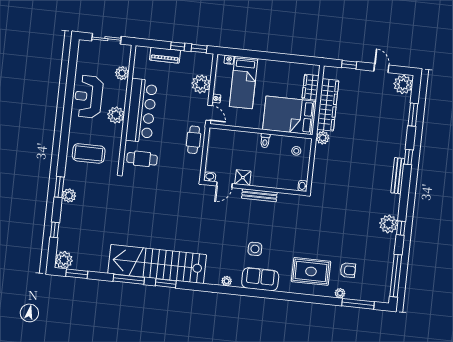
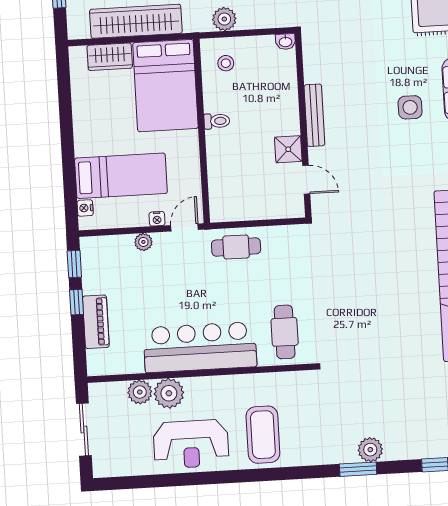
plant: (201, 84) -> (143, 242), width x0.53, depth x0.53
plant: (116, 115) -> (169, 393), moved
plant: (323, 138) -> (224, 19), moved
coffee table: (89, 153) -> (263, 435), moved
washbasin: (210, 177) -> (297, 208), removed

